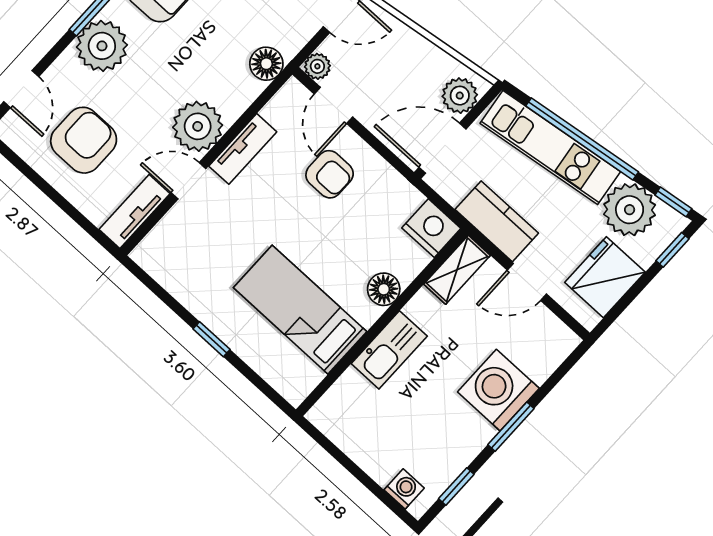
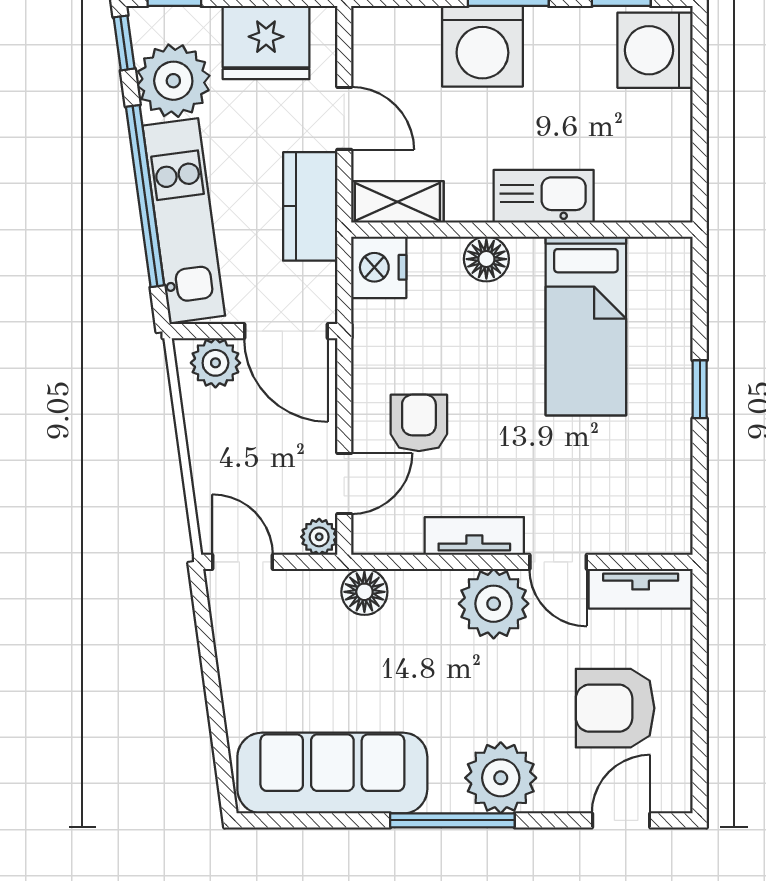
washing machine: (404, 489) -> (655, 50), width x1.89, depth x1.89

